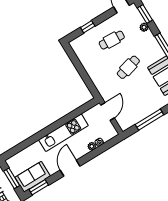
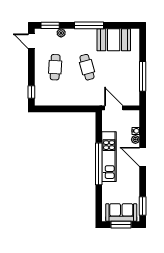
window: (88, 27) -> (31, 92), moved
window: (52, 128) -> (99, 164), added
door: (70, 168) -> (143, 157), moved
sofa: (33, 177) -> (121, 212), moved, turned 90

